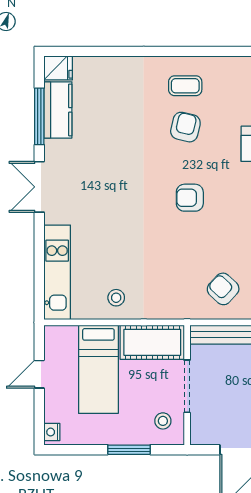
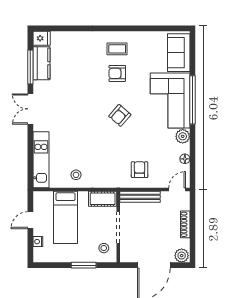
armchair: (185, 127) -> (117, 73), turned -103
armchair: (190, 198) -> (120, 115), turned -49
armchair: (223, 289) -> (140, 170), turned 47
cot: (152, 342) -> (103, 199), width x0.73, depth x0.75
nightstand: (52, 432) -> (38, 242), moved

